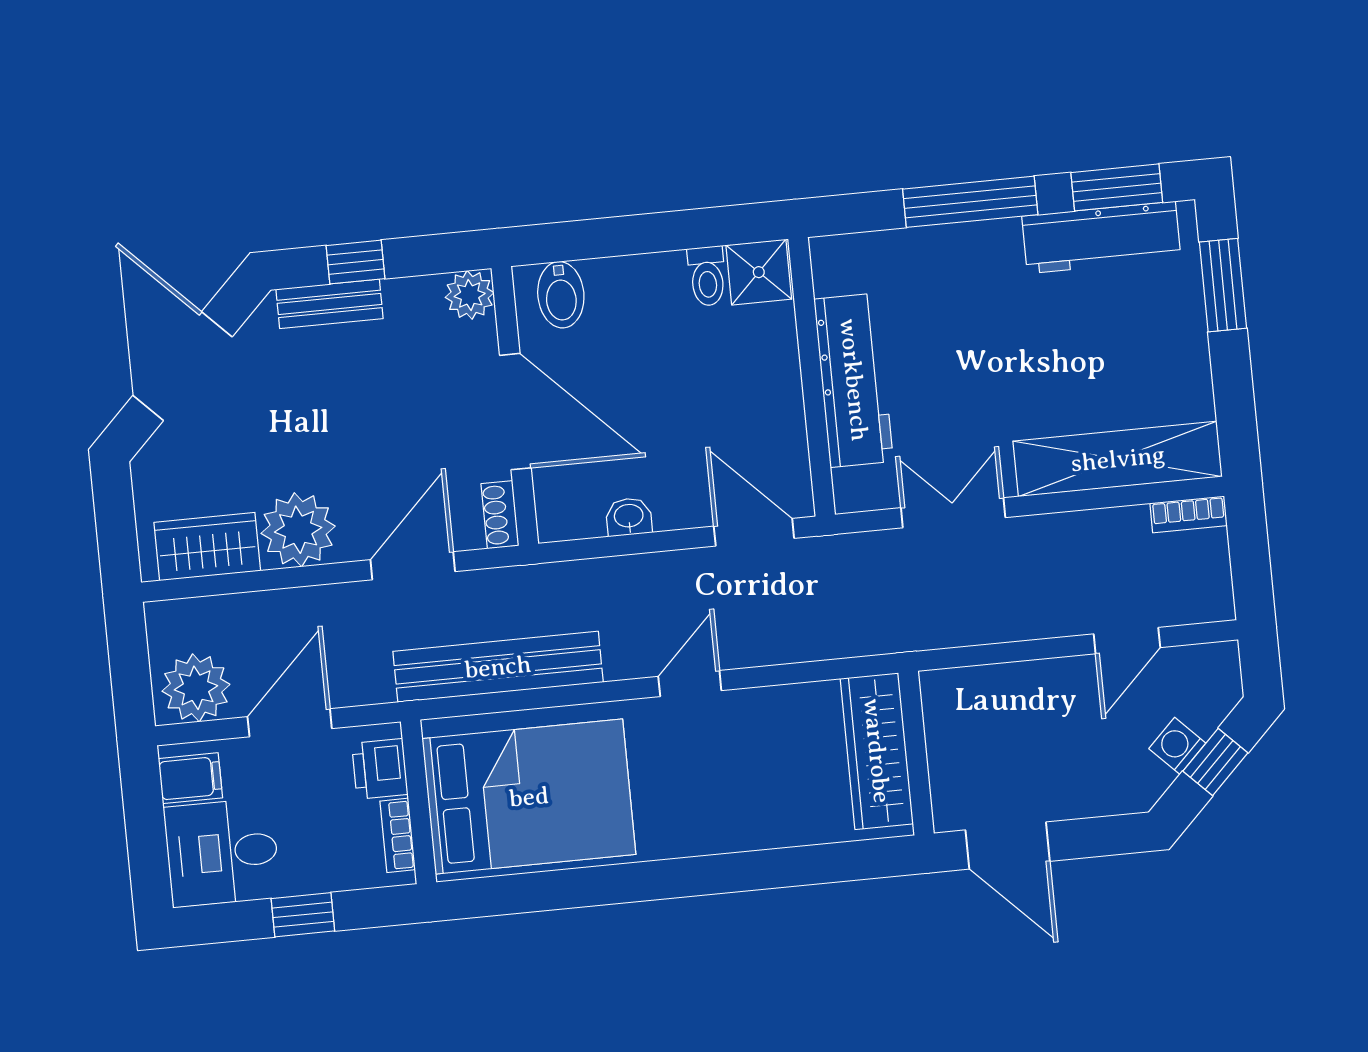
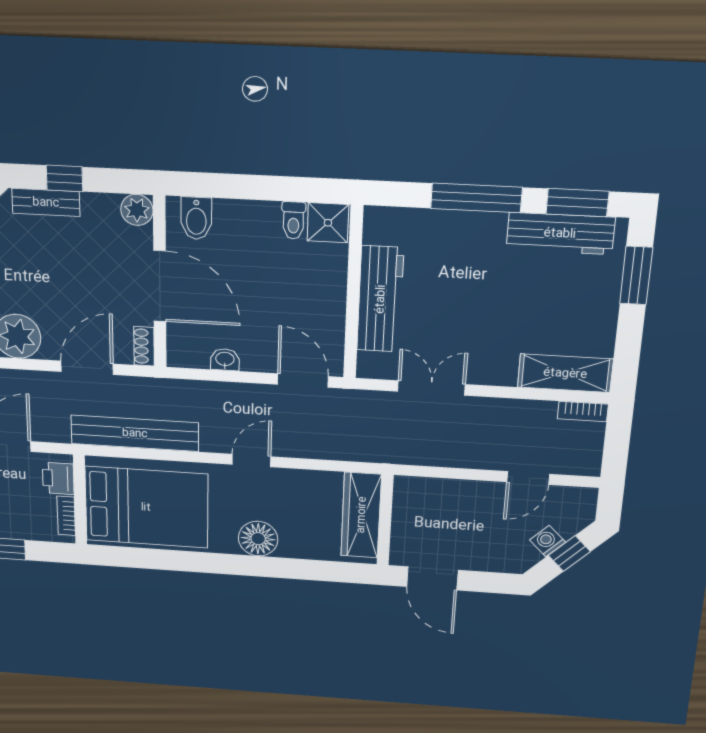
shelving: (1118, 459) -> (565, 373), width x0.68
floor lamp: (717, 822) -> (258, 539), added

